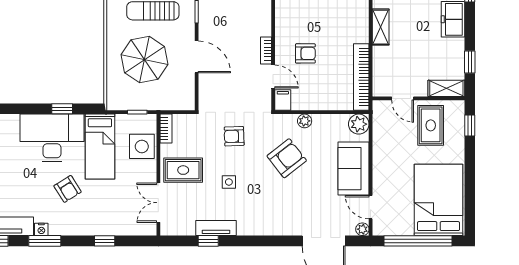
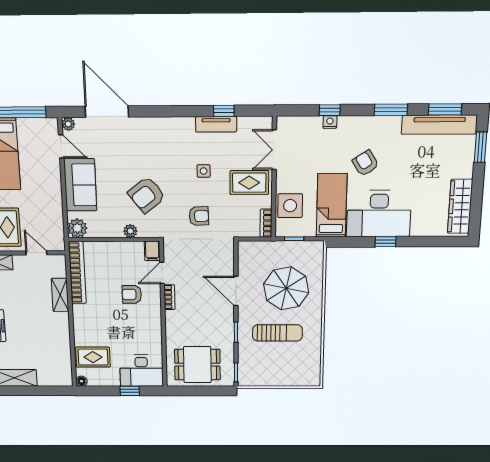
shelving: (381, 27) -> (60, 295), moved
door: (273, 77) -> (162, 273), hinge flipped
window: (62, 109) -> (385, 242), moved
double door: (158, 203) -> (274, 150), swing flipped
nightstand: (41, 229) -> (330, 122), moved

